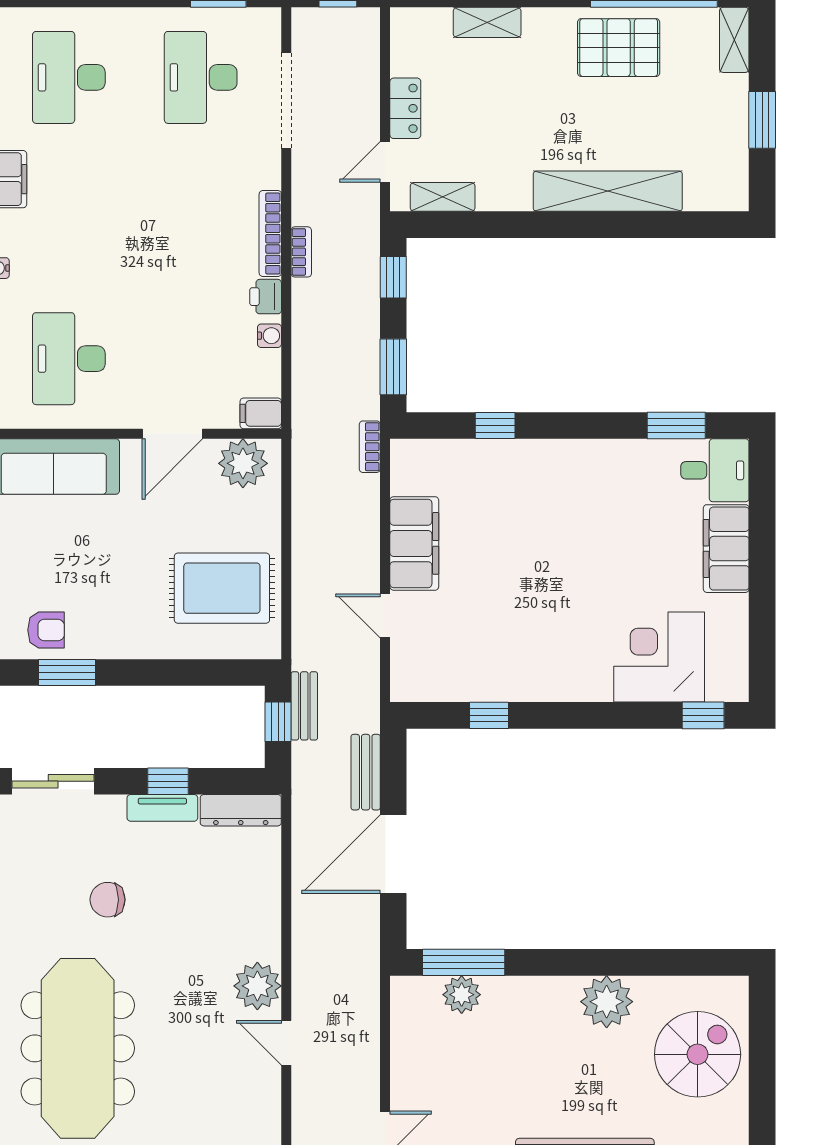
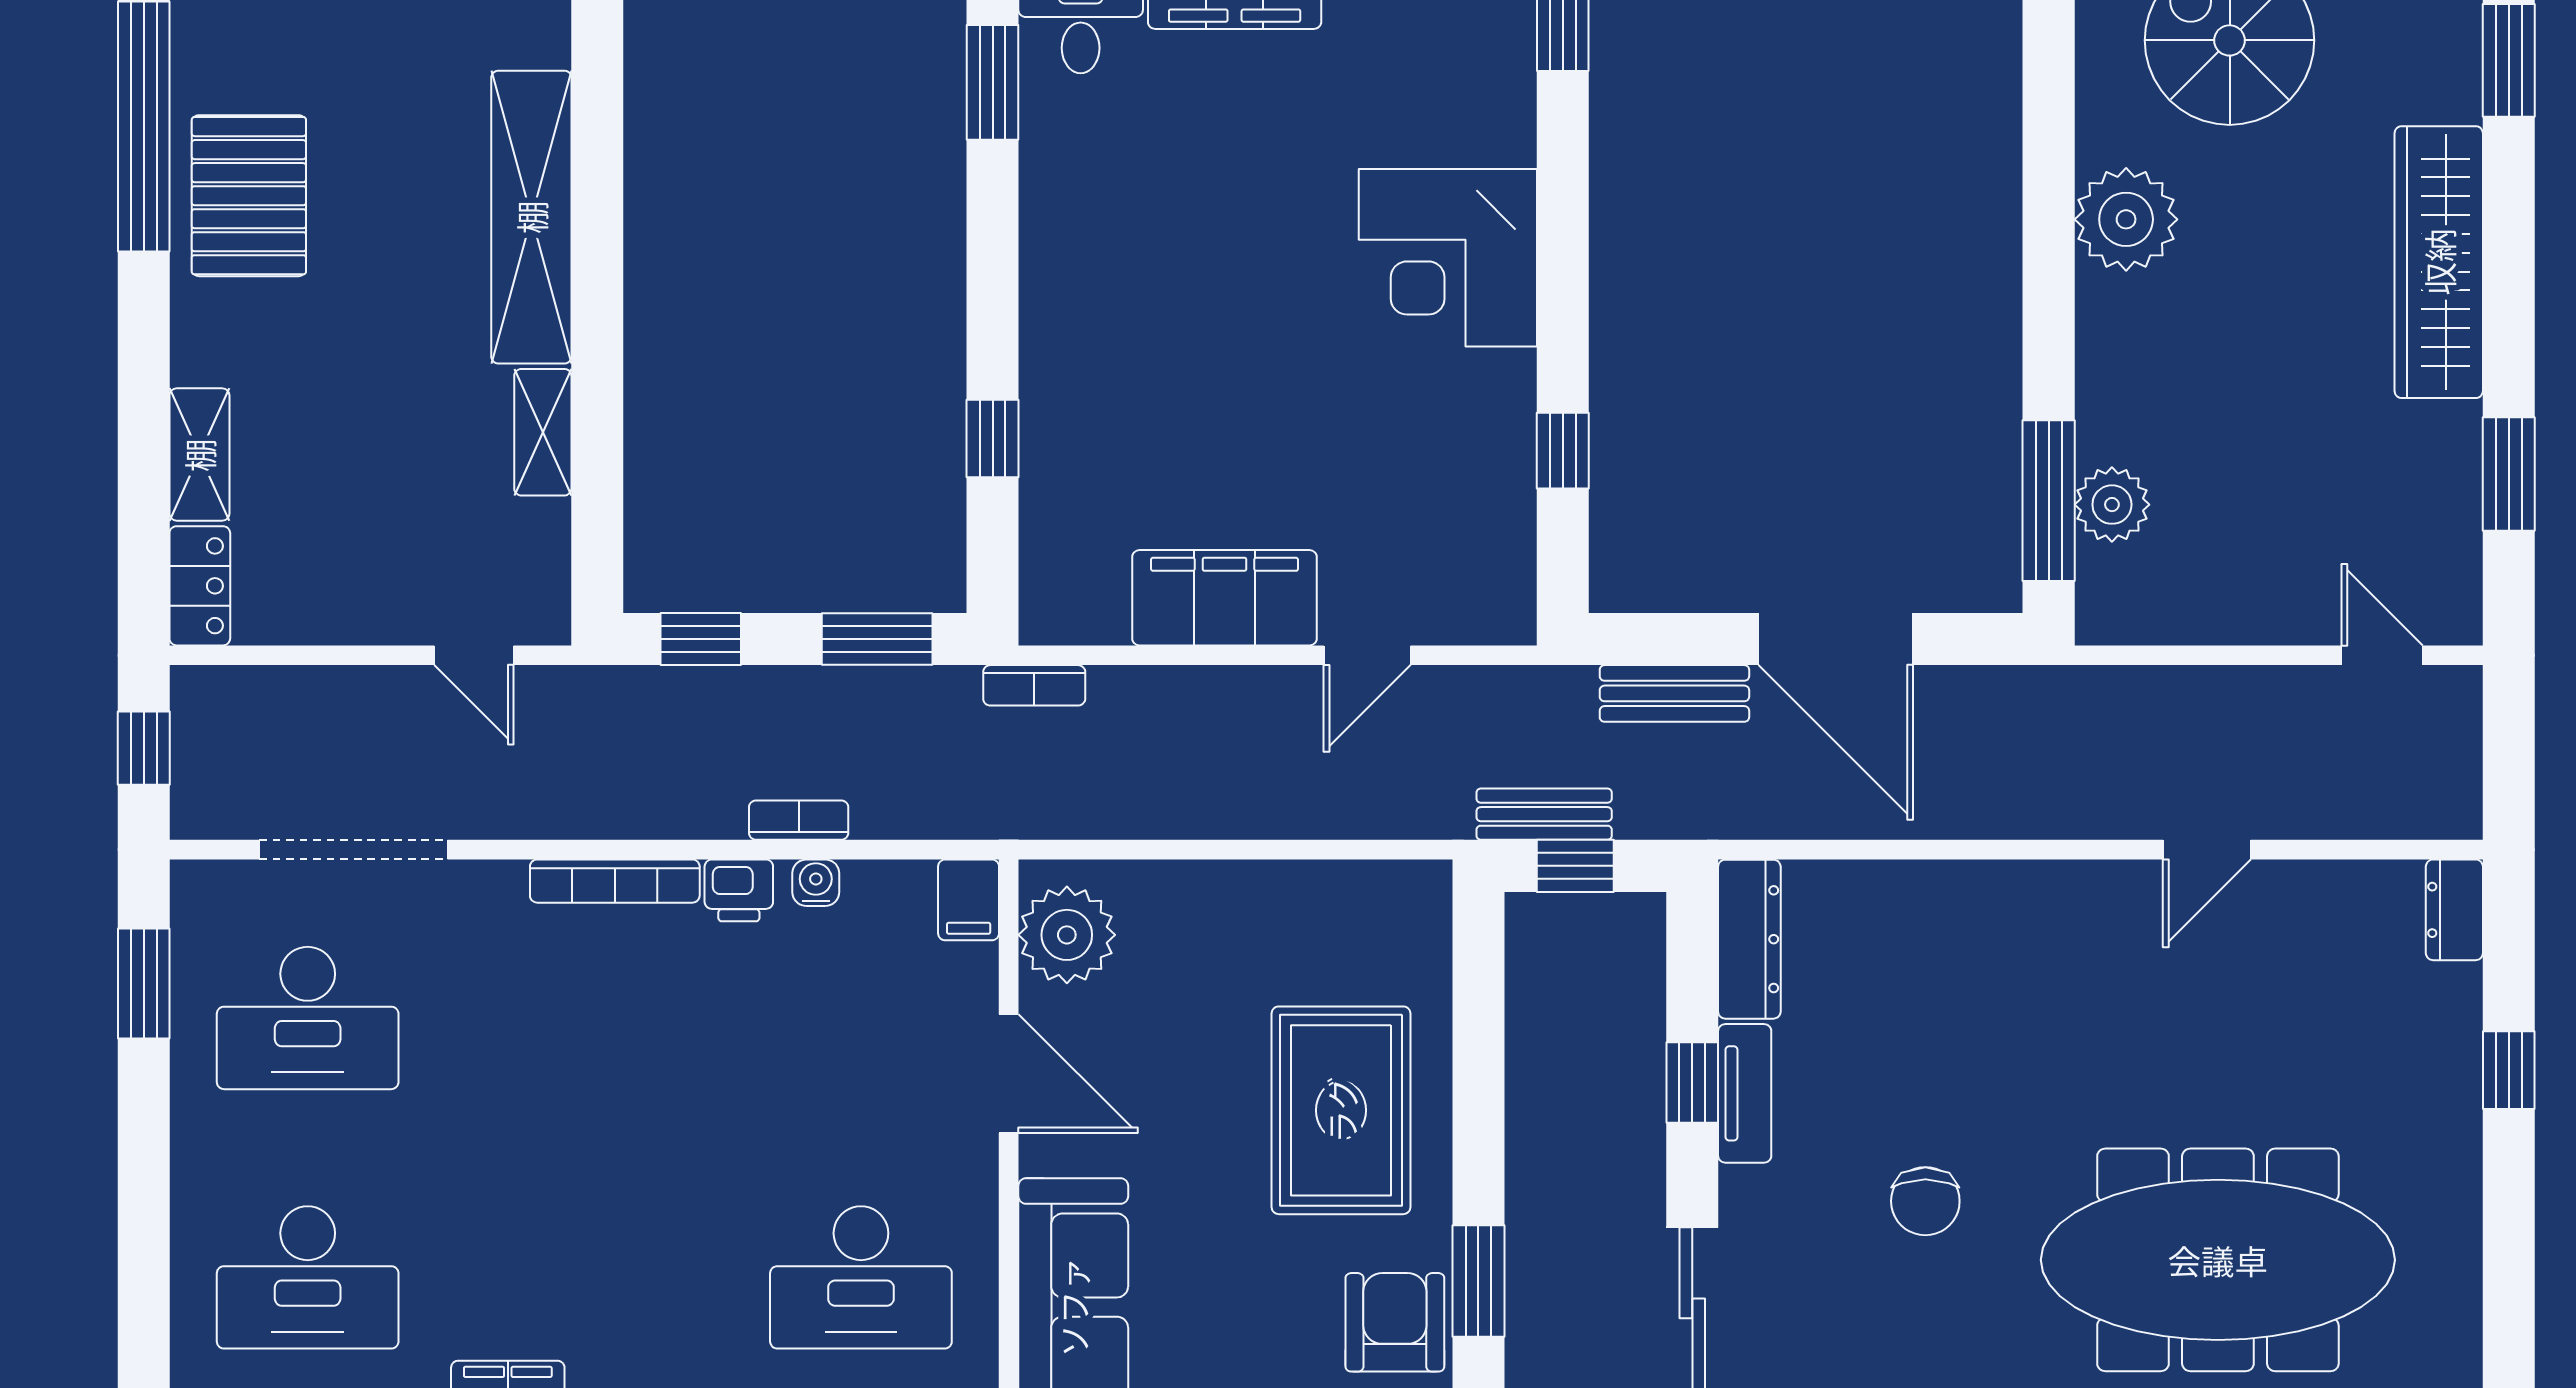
locker: (405, 108) -> (200, 586), moved, turned 90
shelving: (443, 197) -> (543, 432), moved
bookcase: (301, 252) -> (799, 820), moved
rug: (222, 588) -> (1341, 1110), moved
armchair: (46, 630) -> (1395, 1322), width x1.38, depth x1.38
corner desk: (659, 657) -> (1448, 258), moved
plant: (257, 986) -> (2095, 906), removed

